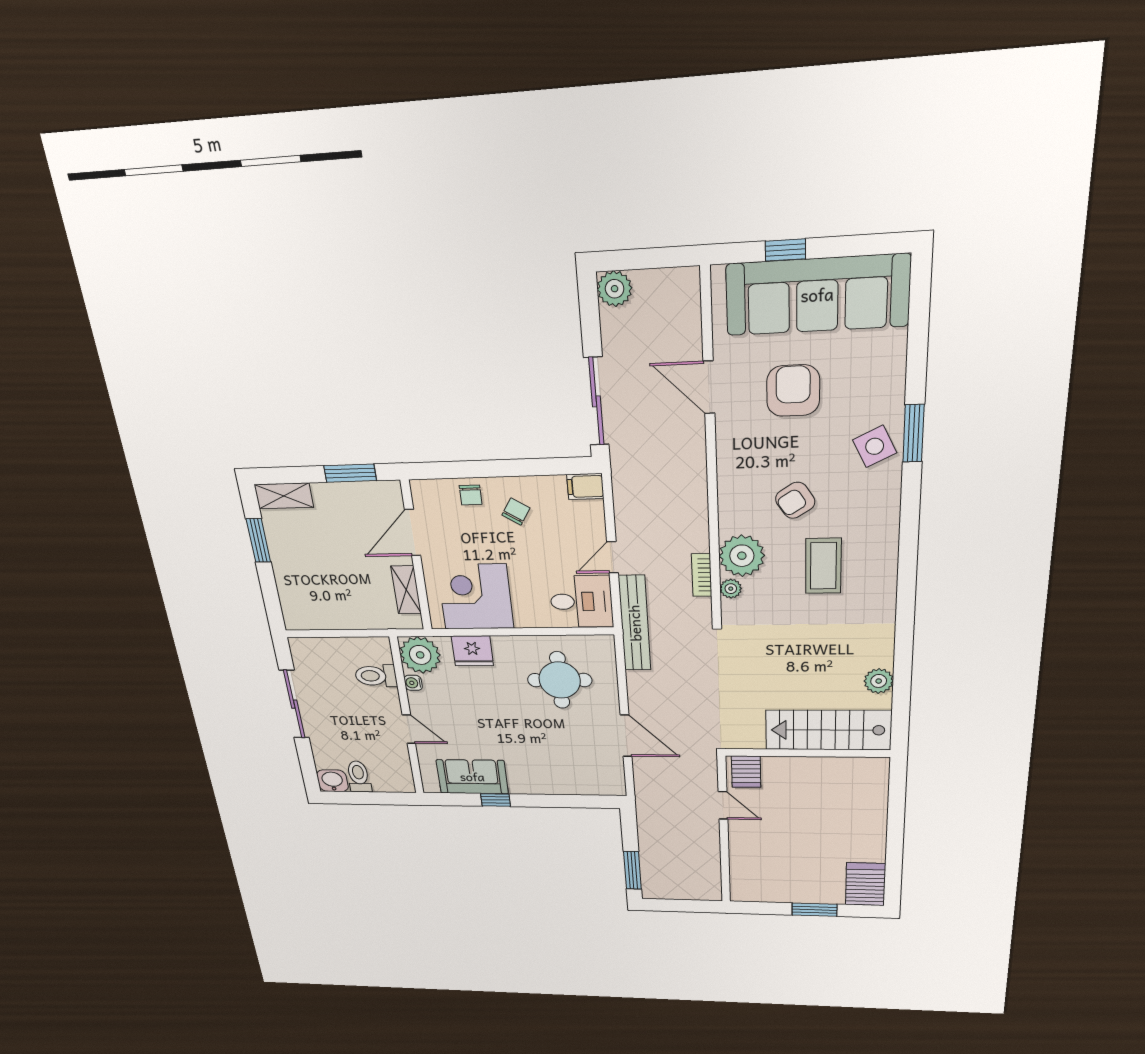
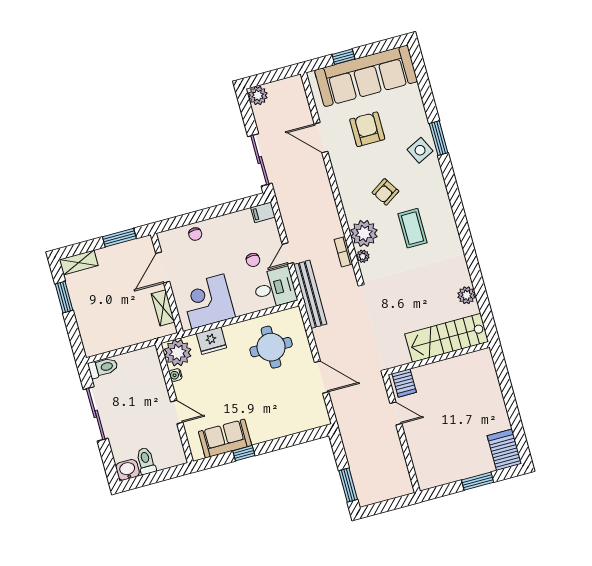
chair: (516, 512) -> (253, 260), moved, turned 148
toilet: (376, 676) -> (103, 368), moved, turned 180

